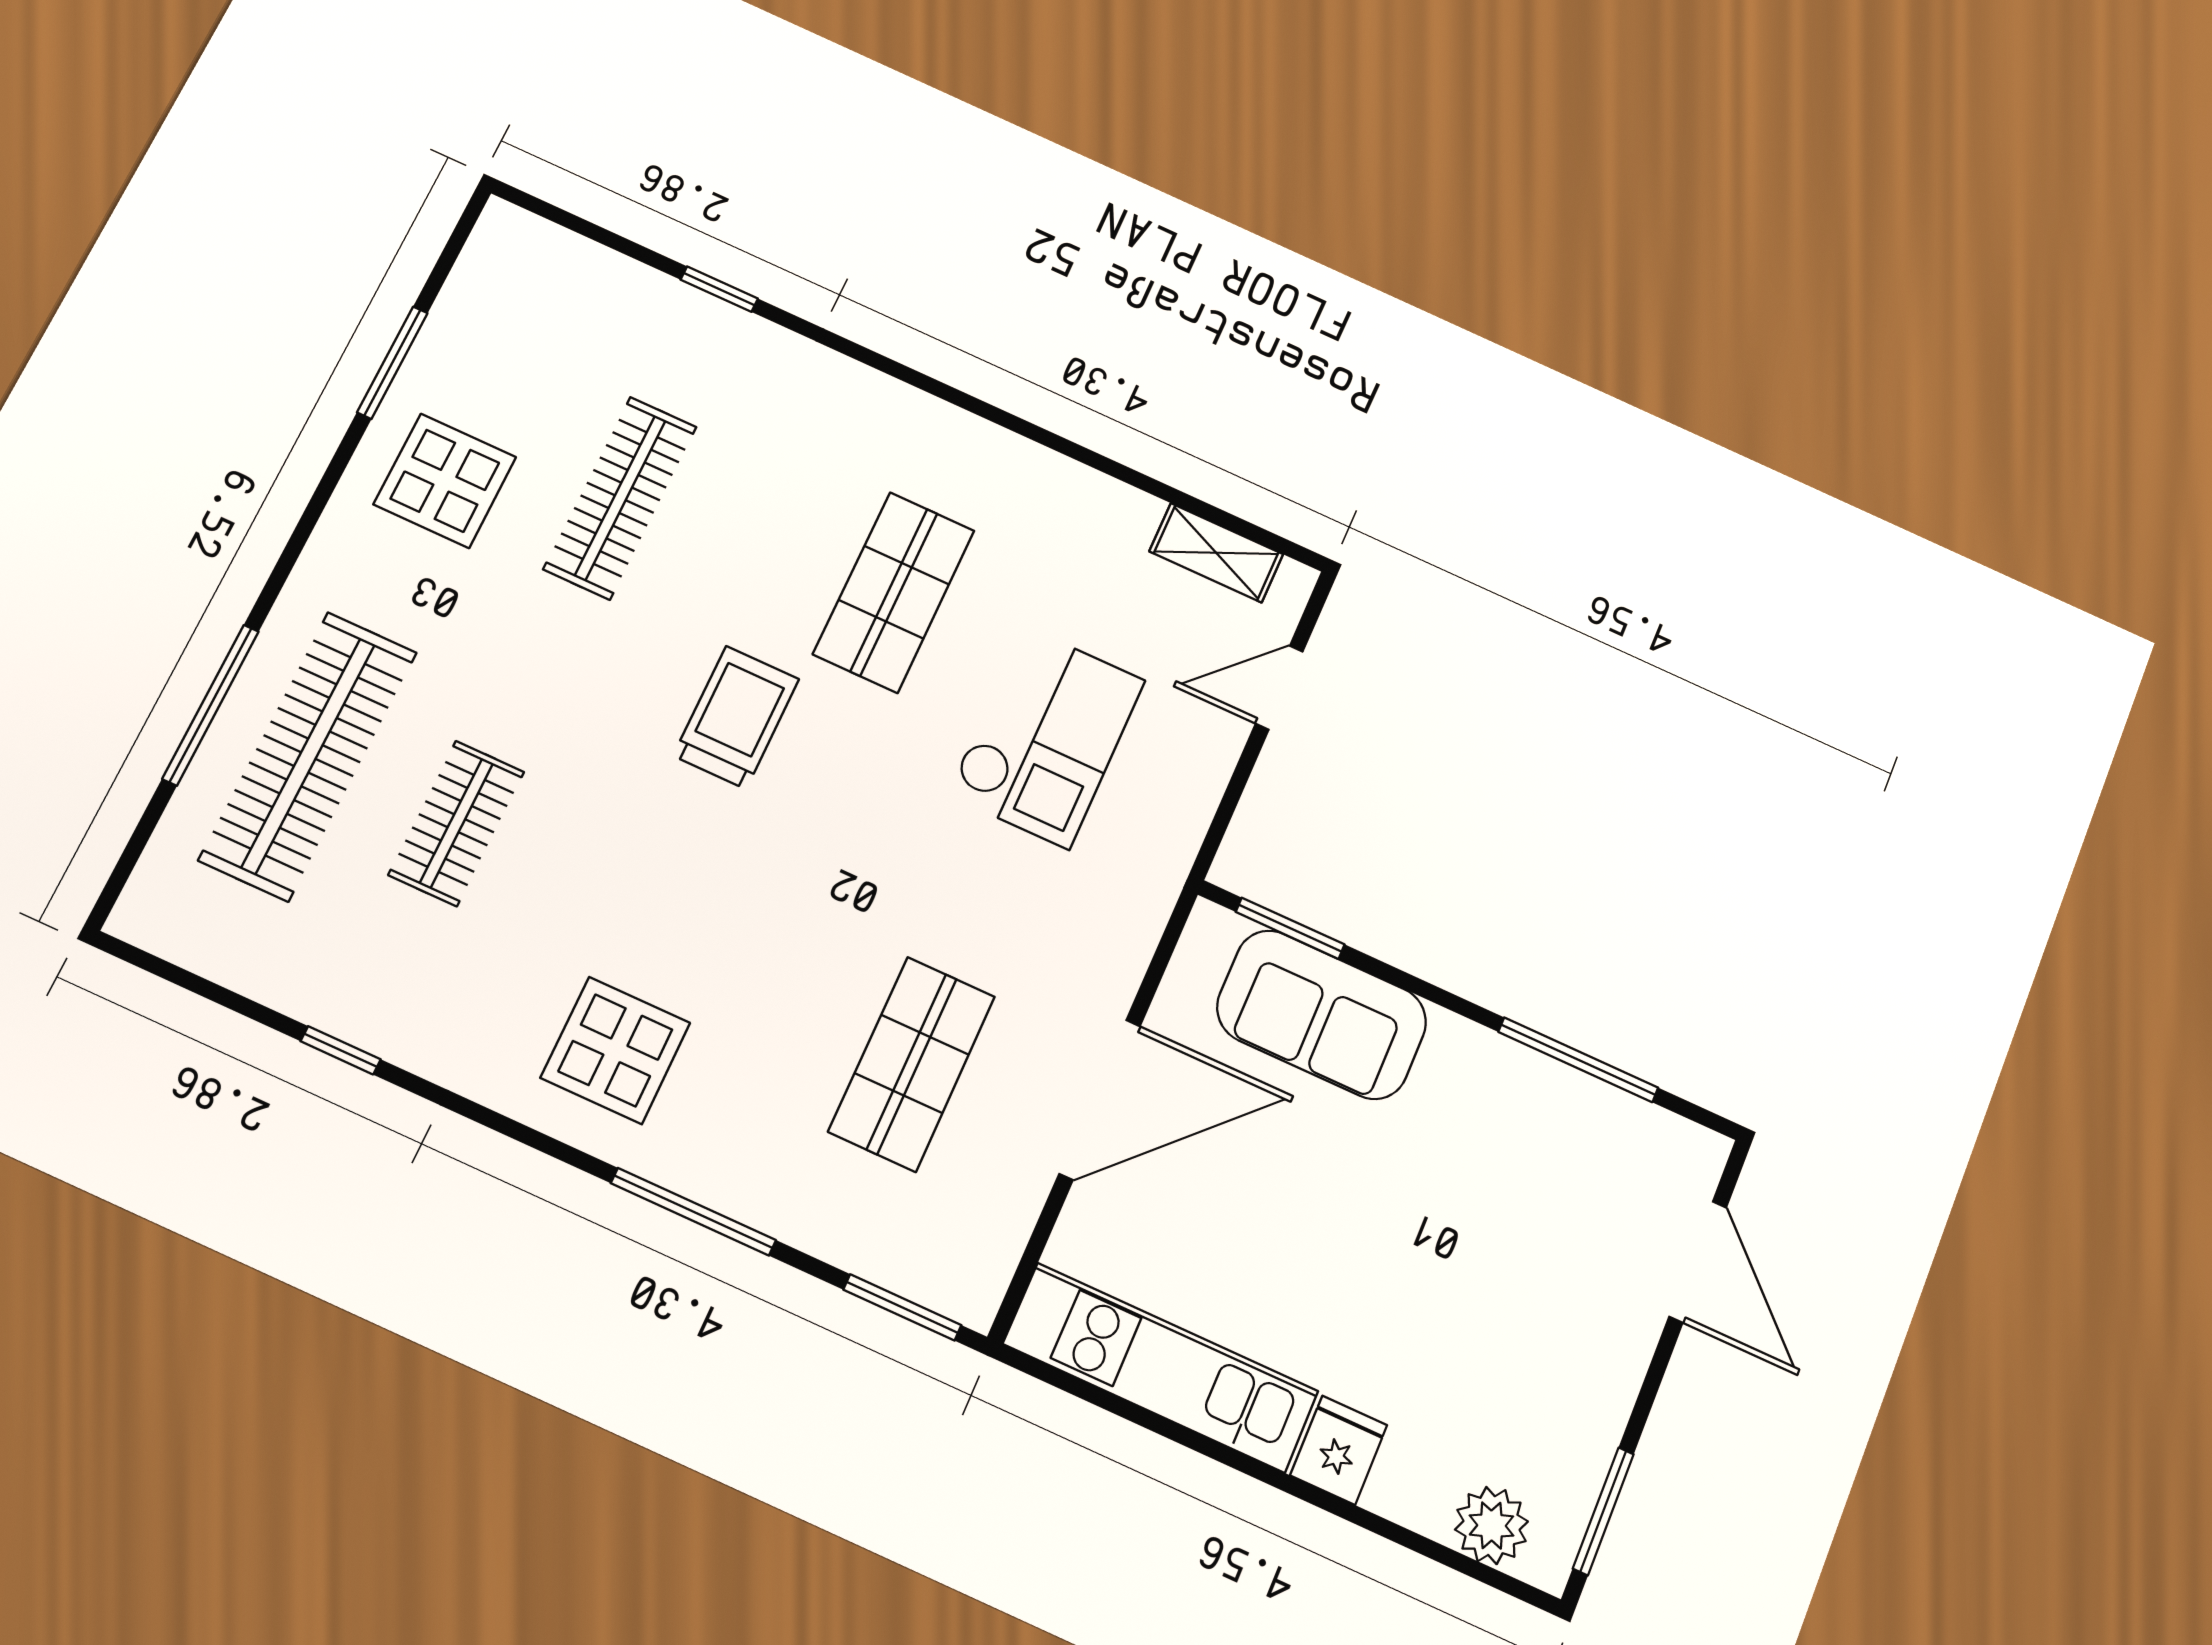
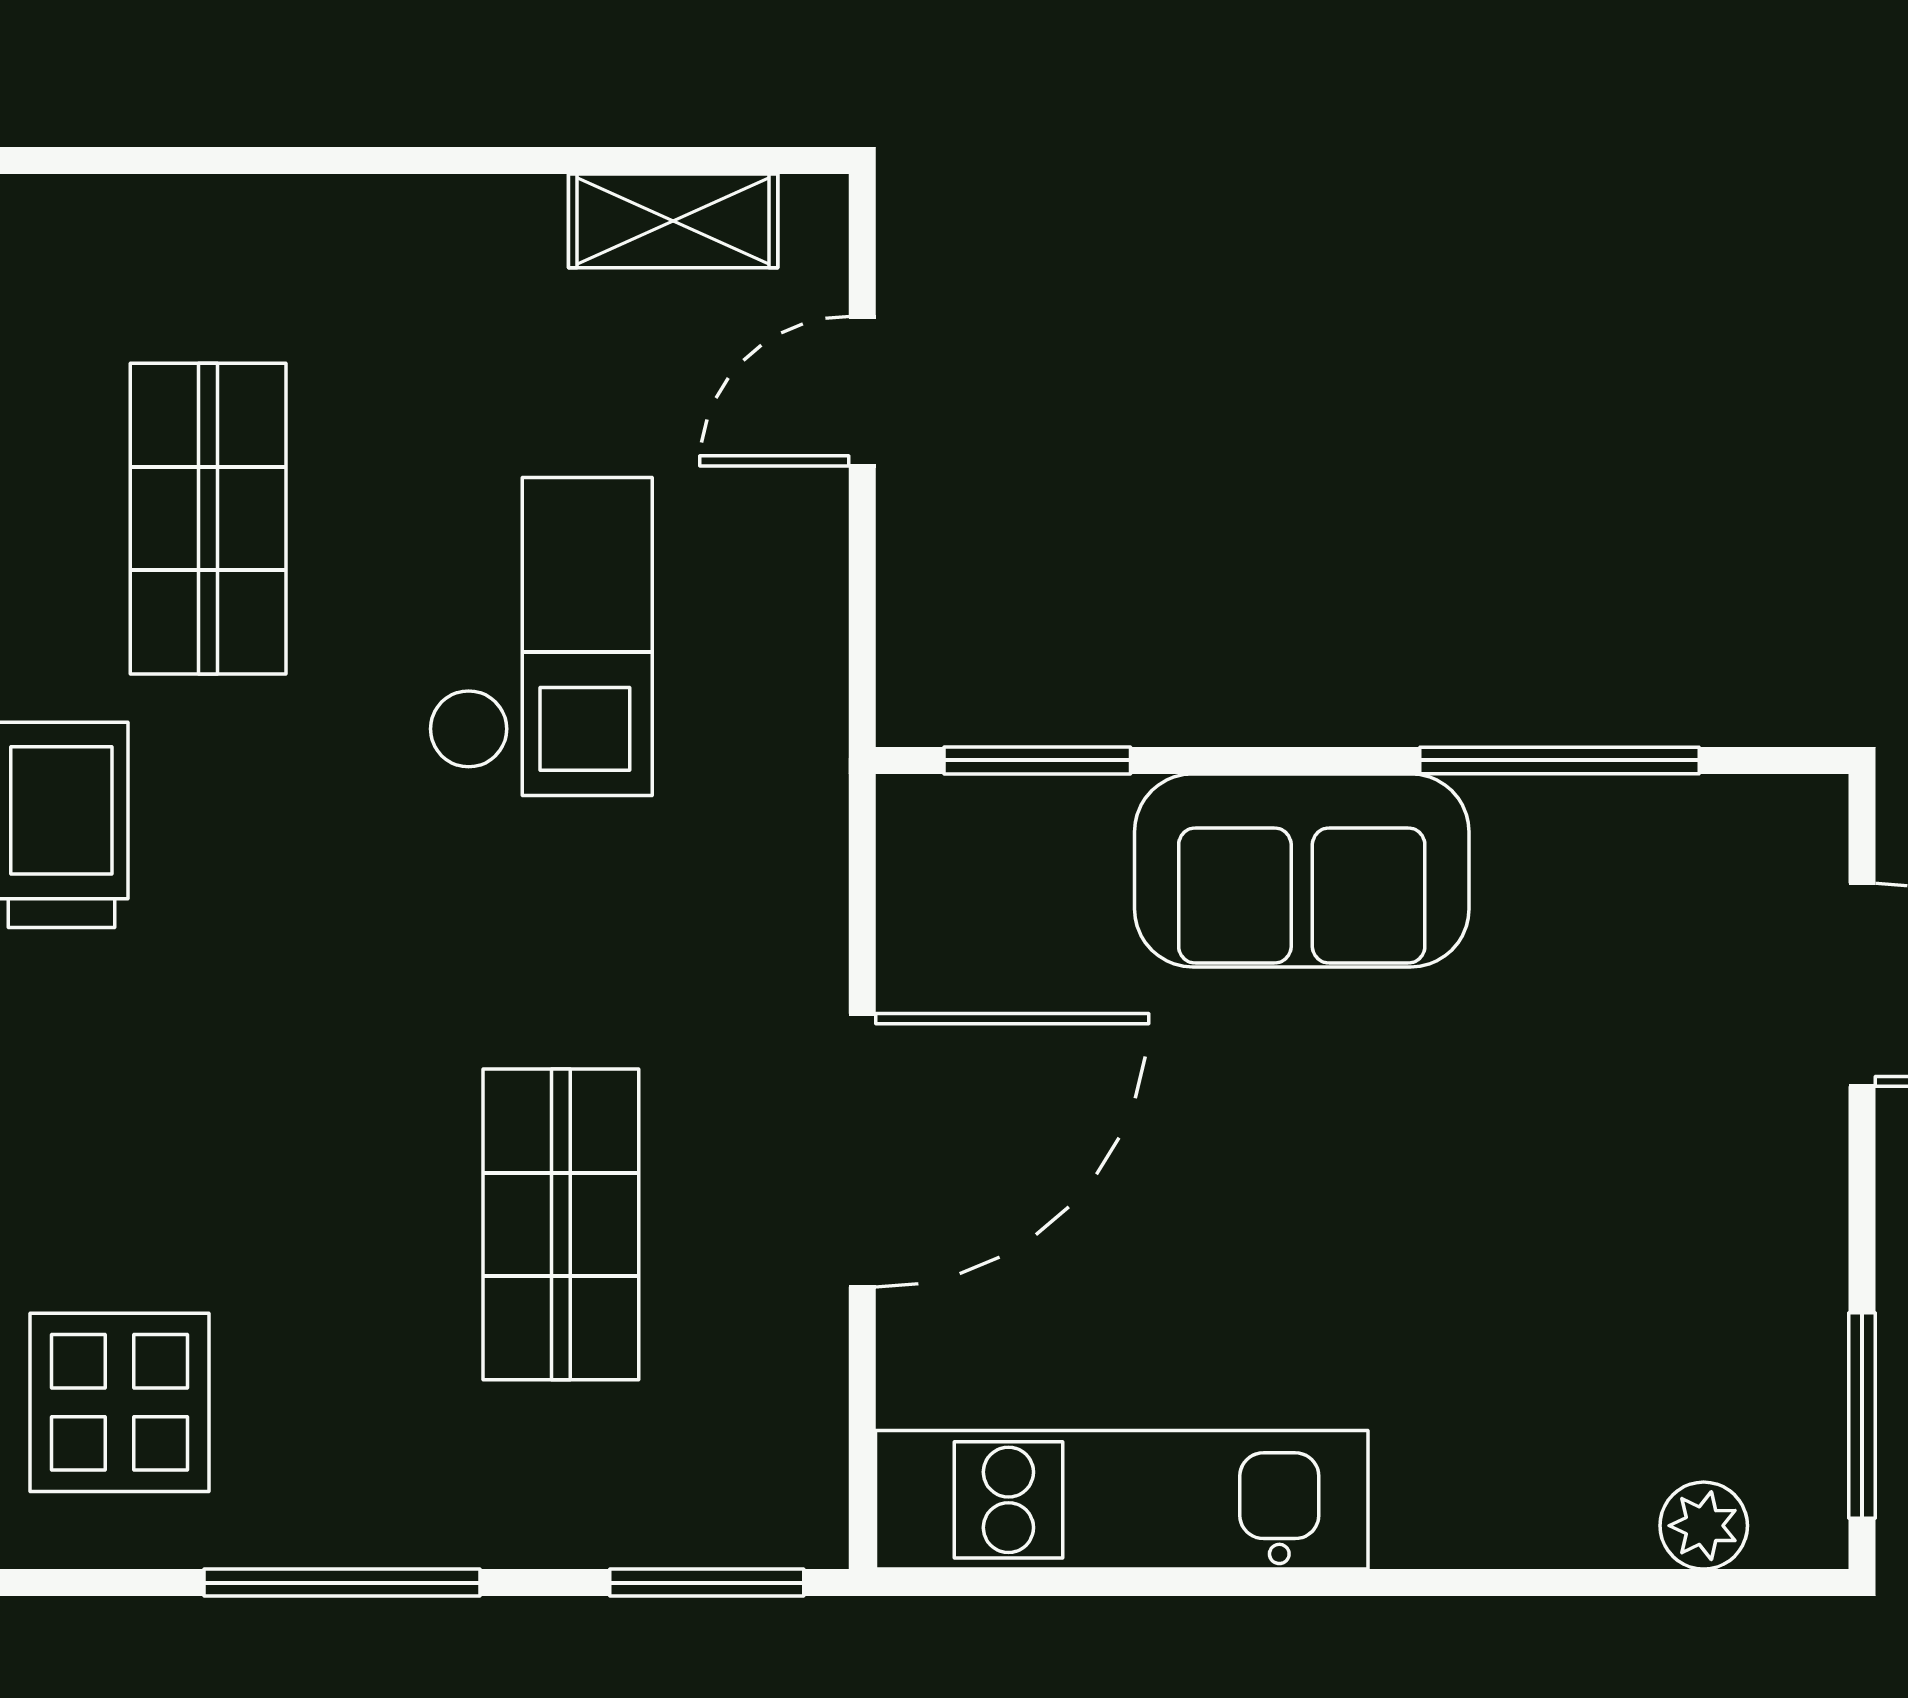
sofa: (1322, 1015) -> (1302, 870), moved
fridge: (1339, 1450) -> (1434, 1502), removed
plant: (1491, 1525) -> (1704, 1526), width x0.73, depth x0.73

